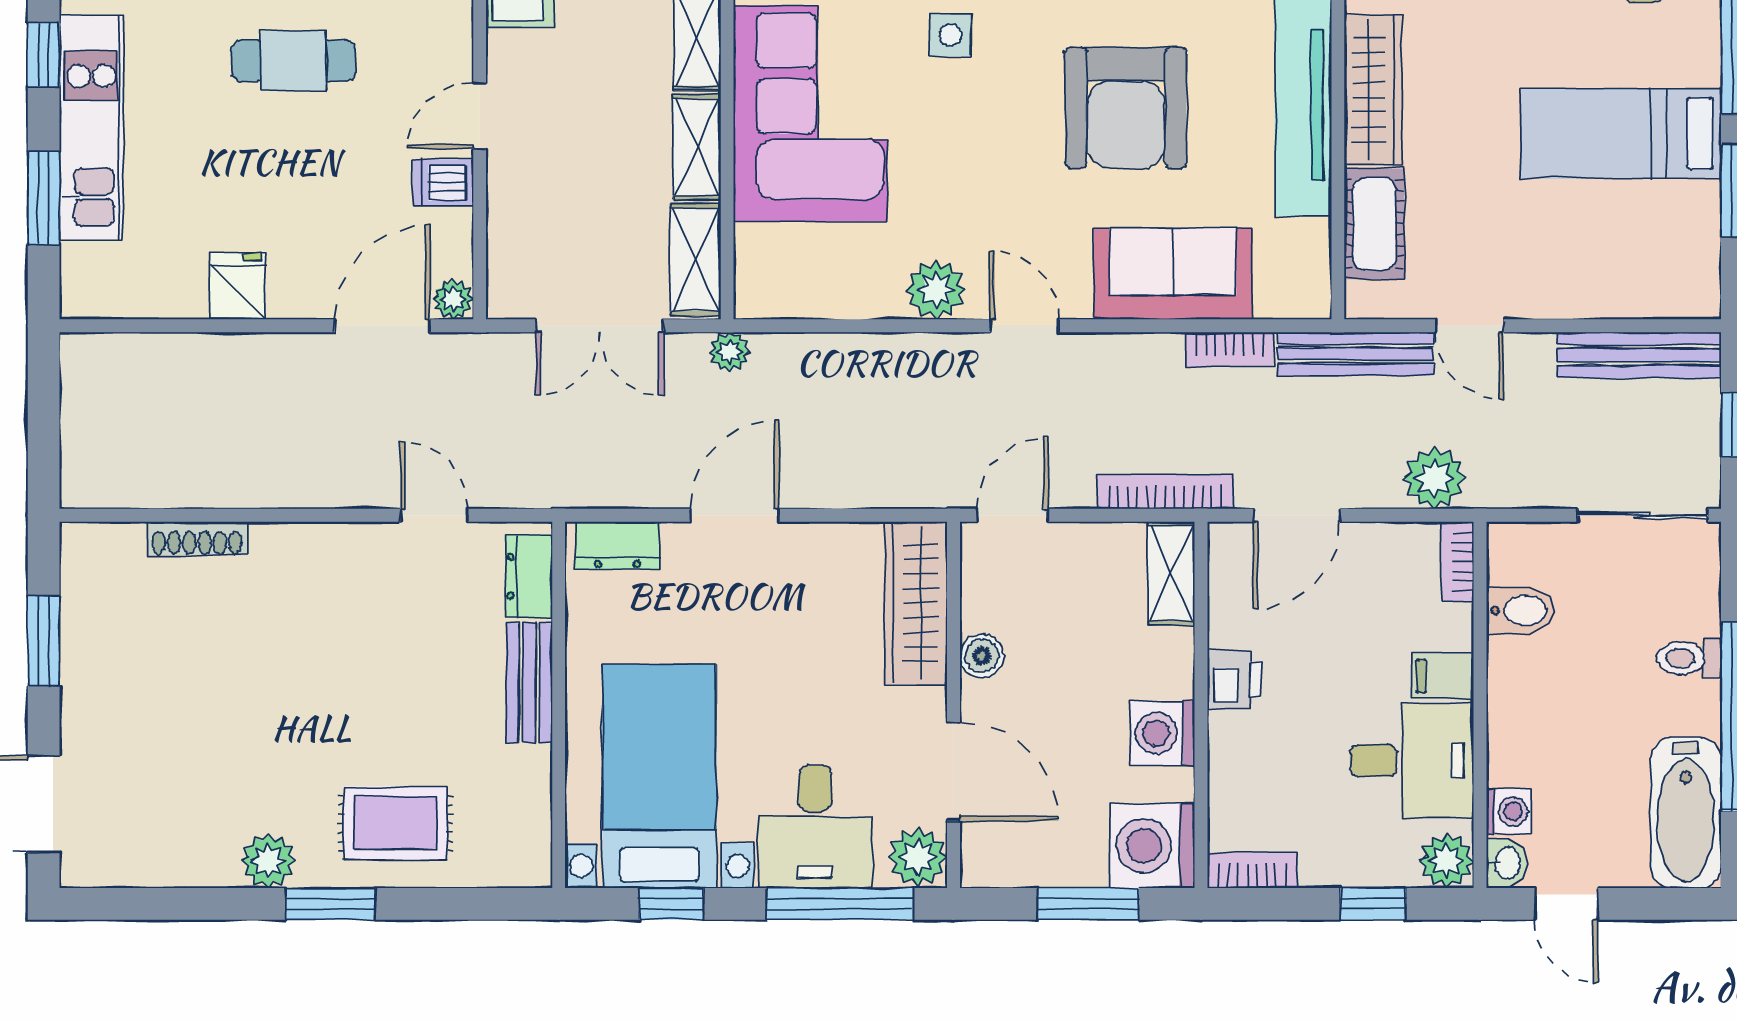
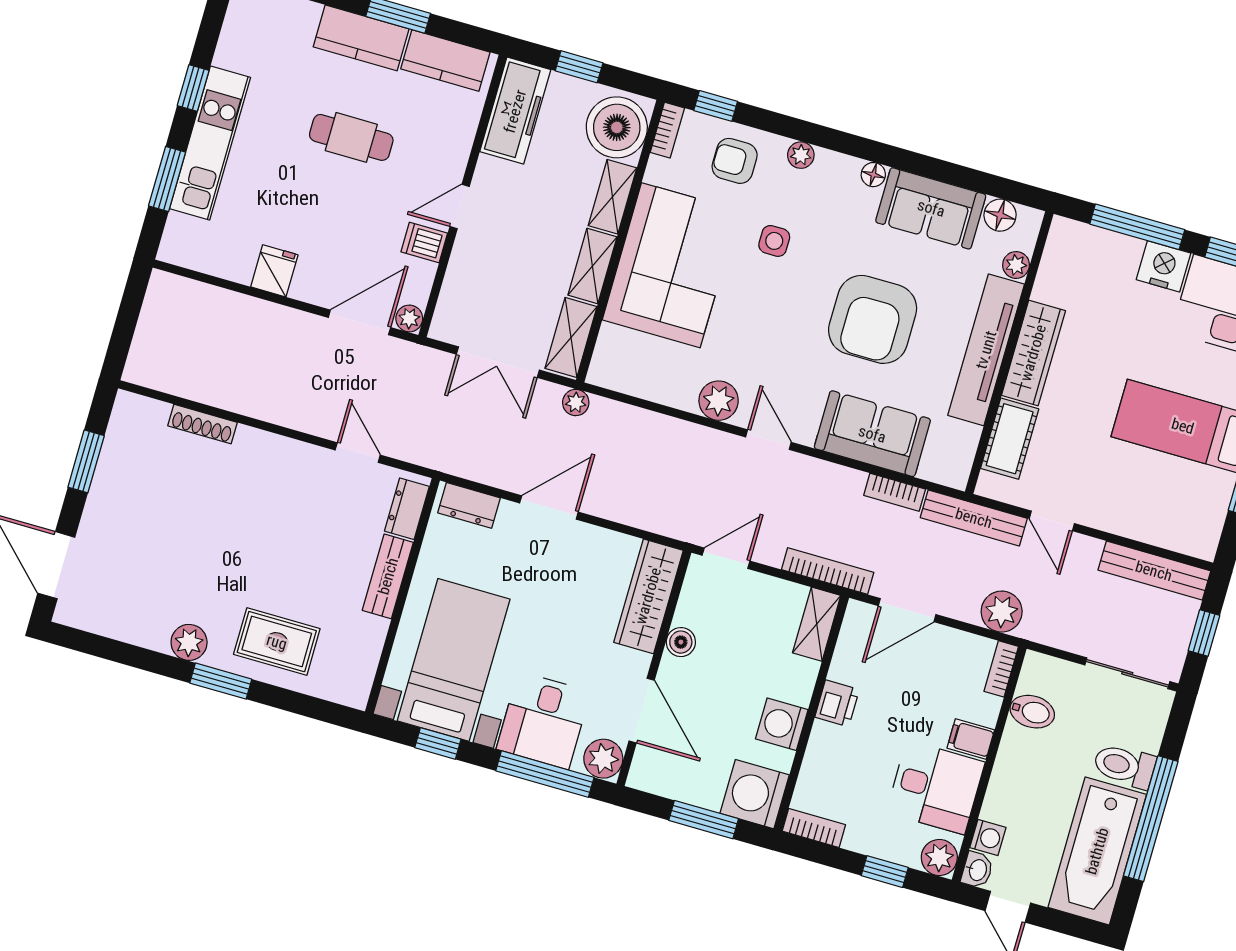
toilet: (1689, 658) -> (1124, 766), width x1.37, depth x1.39
bathtub: (1686, 813) -> (1097, 851), width x1.36, depth x1.36

